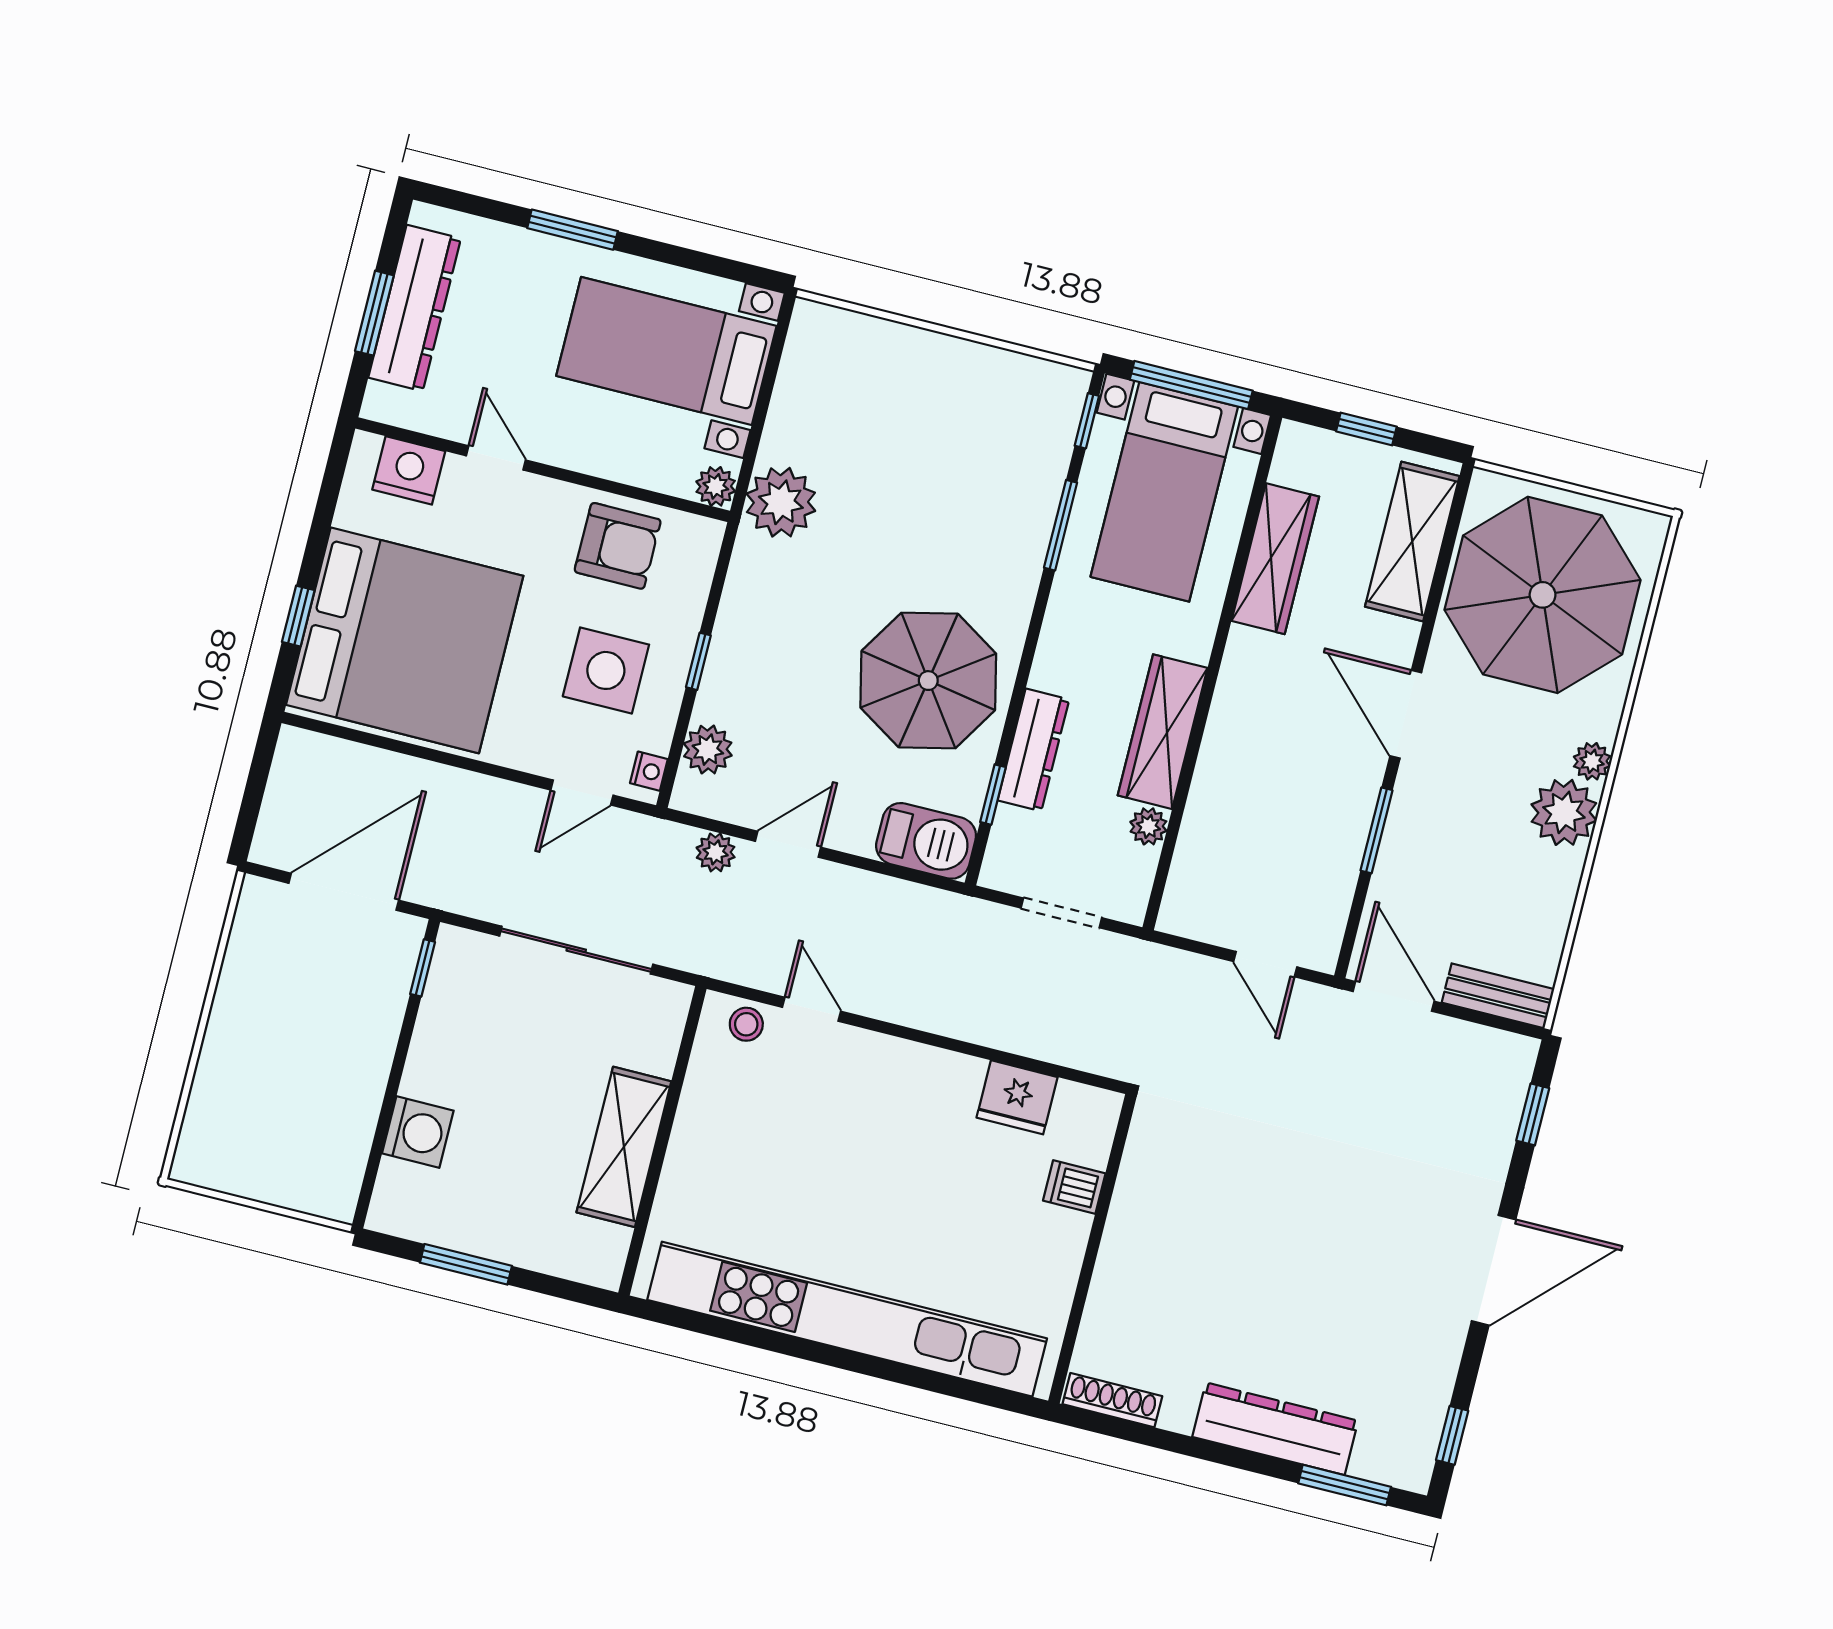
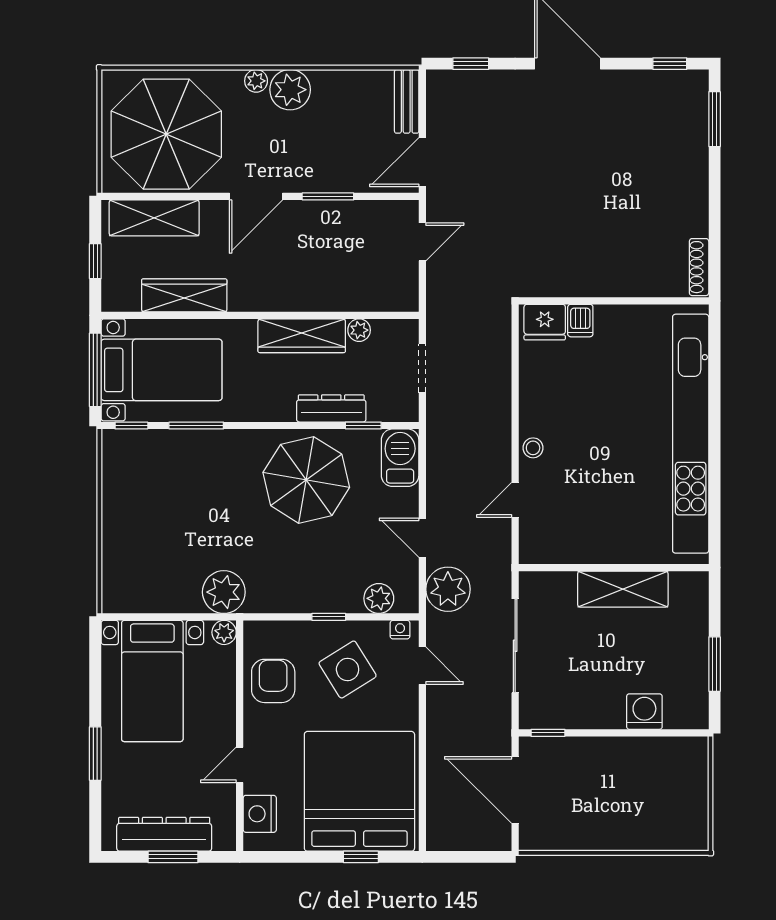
side table: (606, 670) -> (348, 669), turned -32
plant: (716, 852) -> (448, 589), width x1.88, depth x1.88
stool: (746, 1024) -> (533, 448), moved
fridge: (1017, 1097) -> (545, 322), moved, turned 90
dresser: (1275, 1429) -> (692, 168), removed

